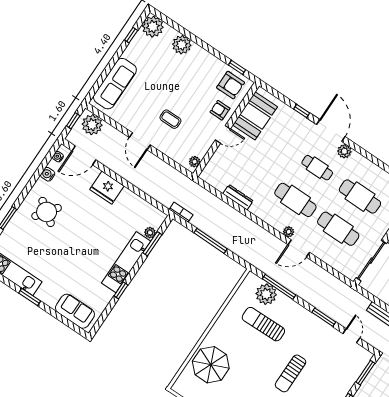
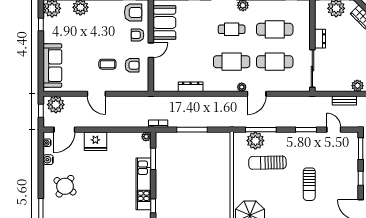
armchair: (194, 137) -> (132, 65), added
plant: (195, 162) -> (144, 82), removed
plant: (150, 233) -> (146, 137), moved

